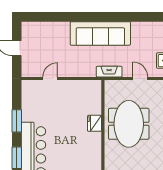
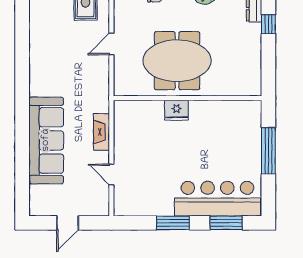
sofa: (100, 33) -> (46, 140), moved
fireplace: (109, 72) -> (102, 132), moved

